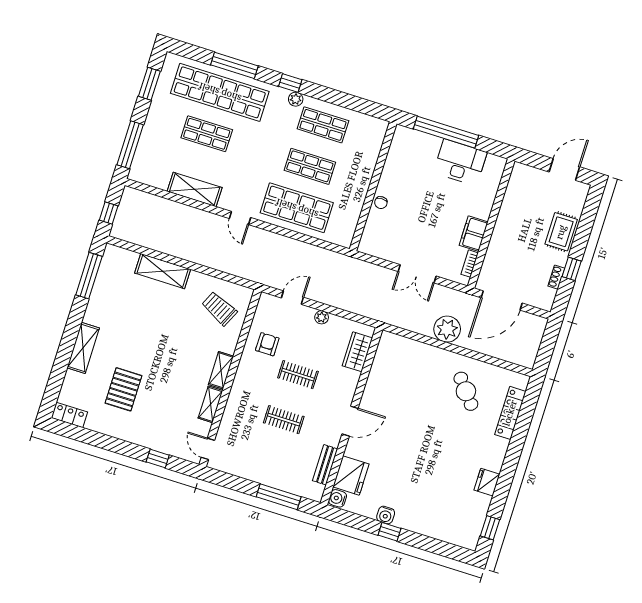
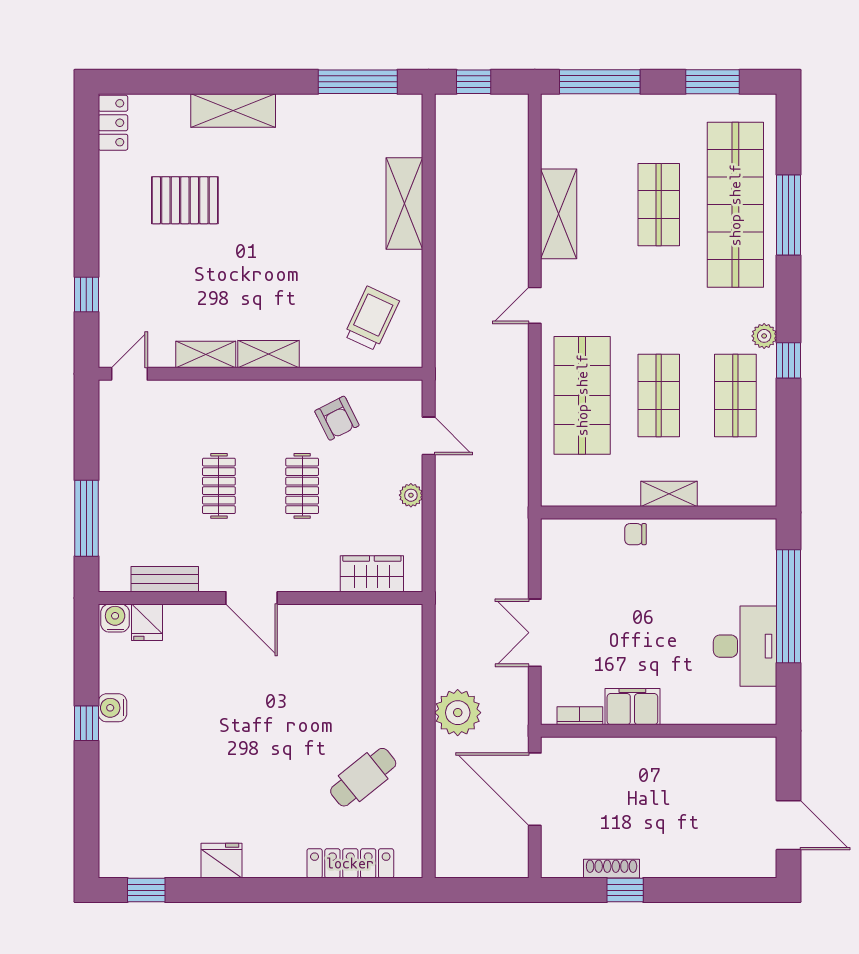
window: (290, 83) -> (789, 360), moved
shelving: (365, 178) -> (669, 494), added
rug: (561, 232) -> (682, 853), removed
shoe rack: (556, 277) -> (612, 869), width x1.43
armchair: (267, 344) -> (337, 418), turned 63
fridge: (351, 475) -> (147, 622), width x0.53, depth x0.75

